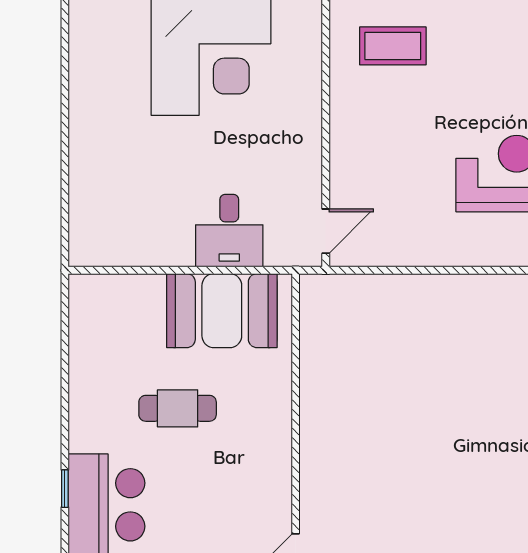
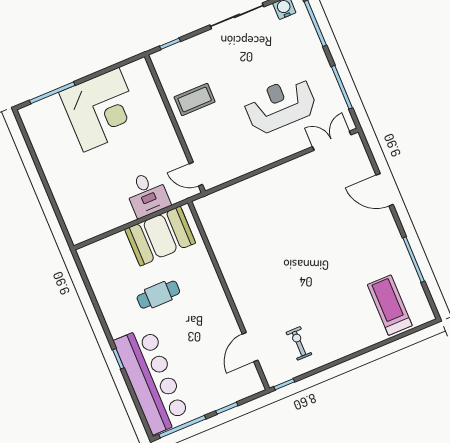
coffee table: (393, 46) -> (195, 99), moved
door: (326, 231) -> (196, 174), swing flipped

